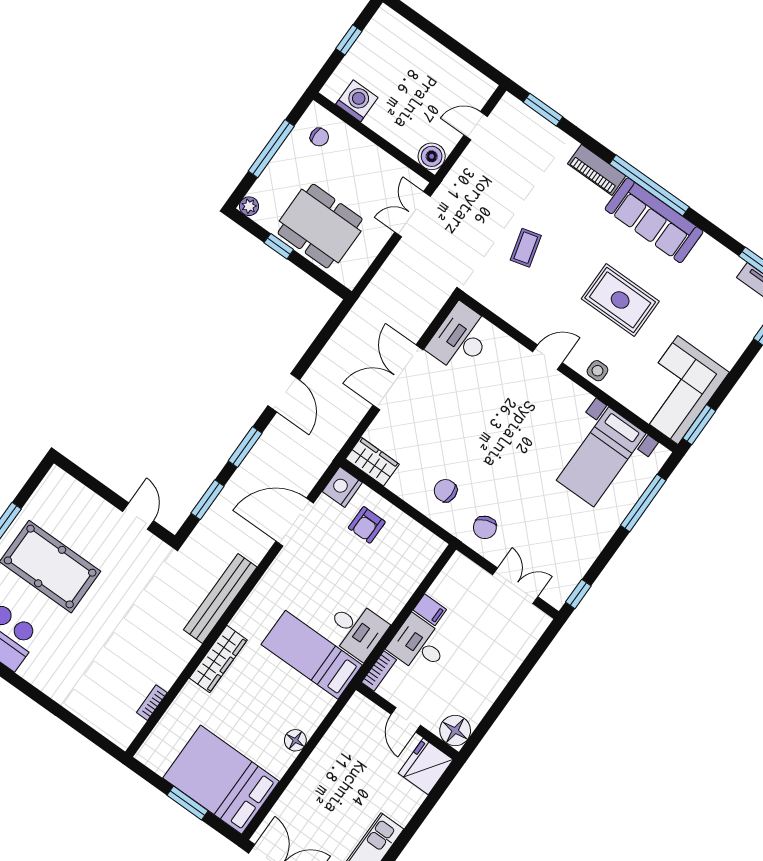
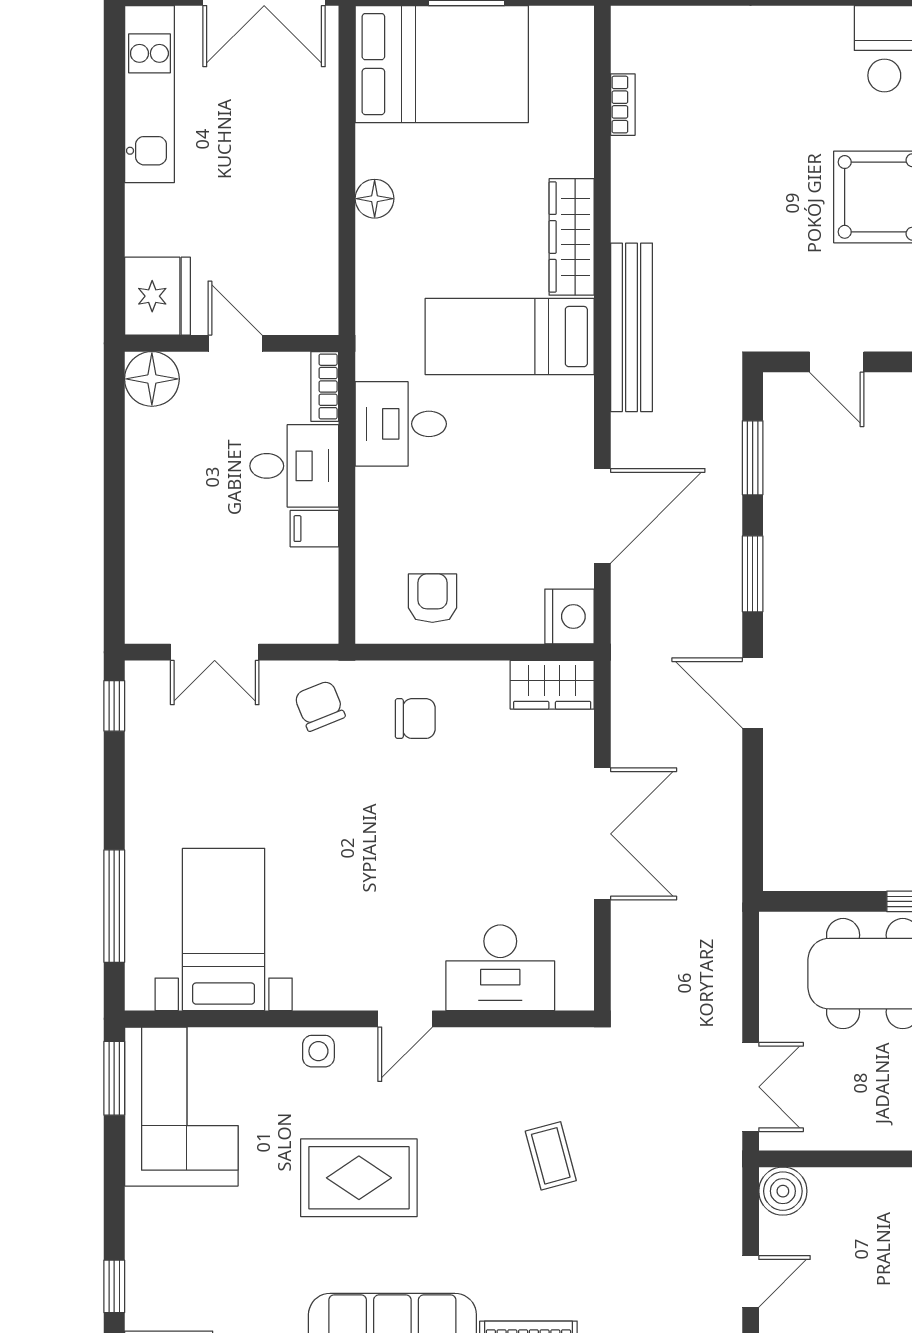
desk: (461, 338) -> (500, 968), moved, turned 90
armchair: (367, 525) -> (432, 598), moved
bed: (312, 655) -> (510, 337), moved, turned 180

